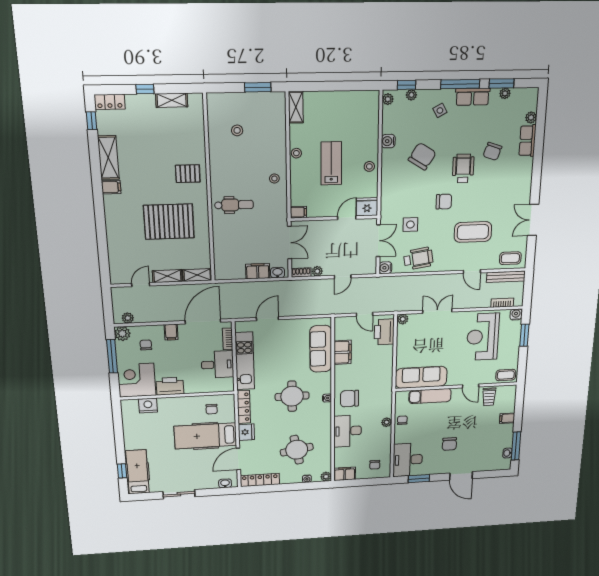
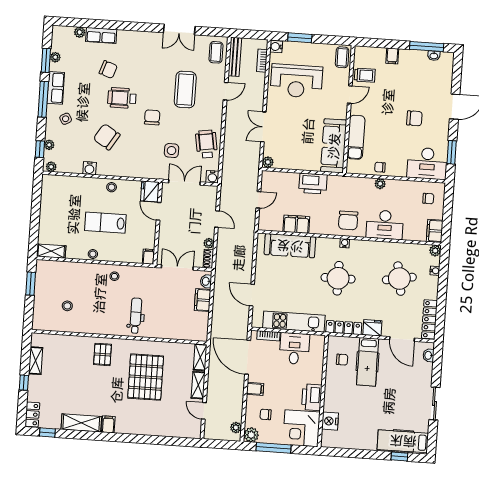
printer: (384, 332) -> (313, 184), moved
hospital bed: (205, 436) -> (368, 362), width x0.73, depth x0.78

